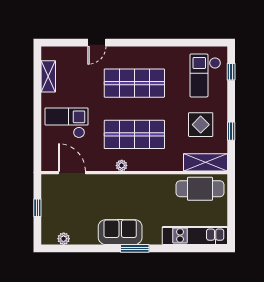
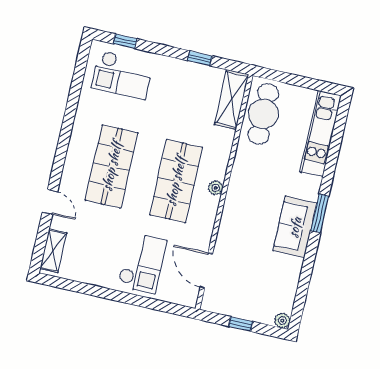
shelving: (48, 76) -> (53, 251), moved, turned 90
checkout: (67, 123) -> (142, 263), turned 180
display table: (201, 125) -> (183, 95), removed
plant: (122, 165) -> (216, 188), moved
door: (72, 173) -> (206, 270), hinge flipped
plant: (64, 239) -> (282, 321), moved

